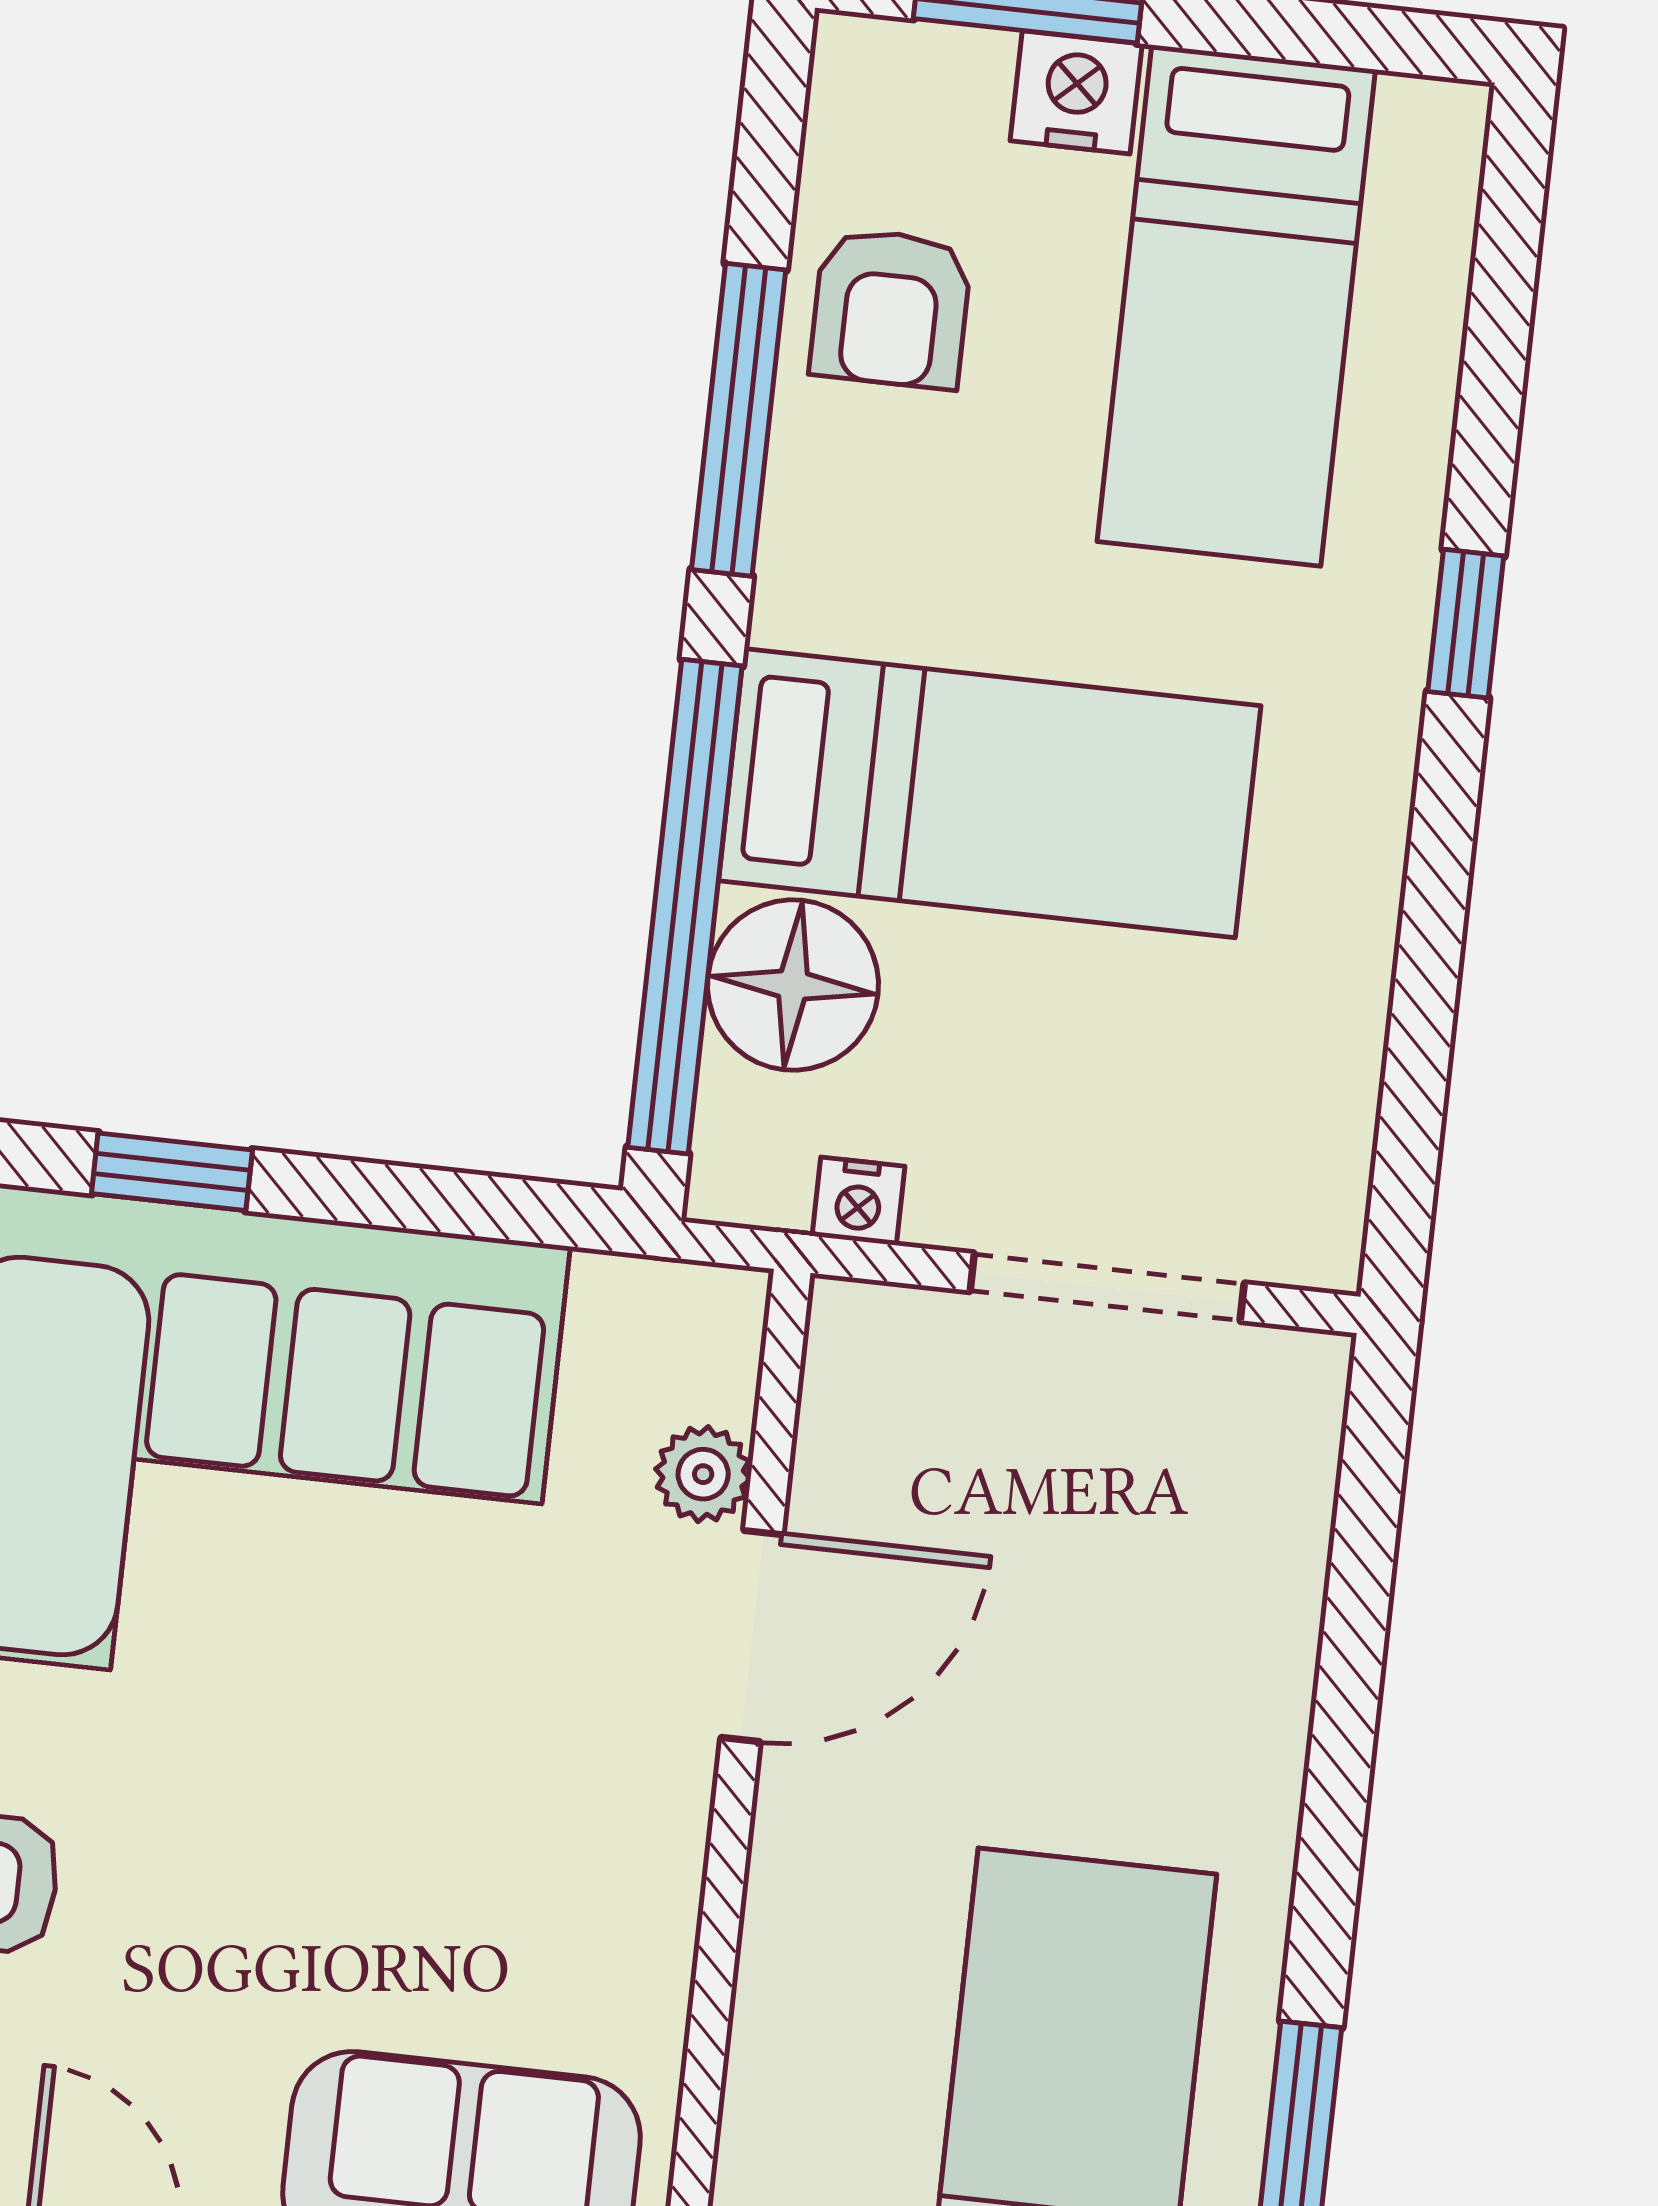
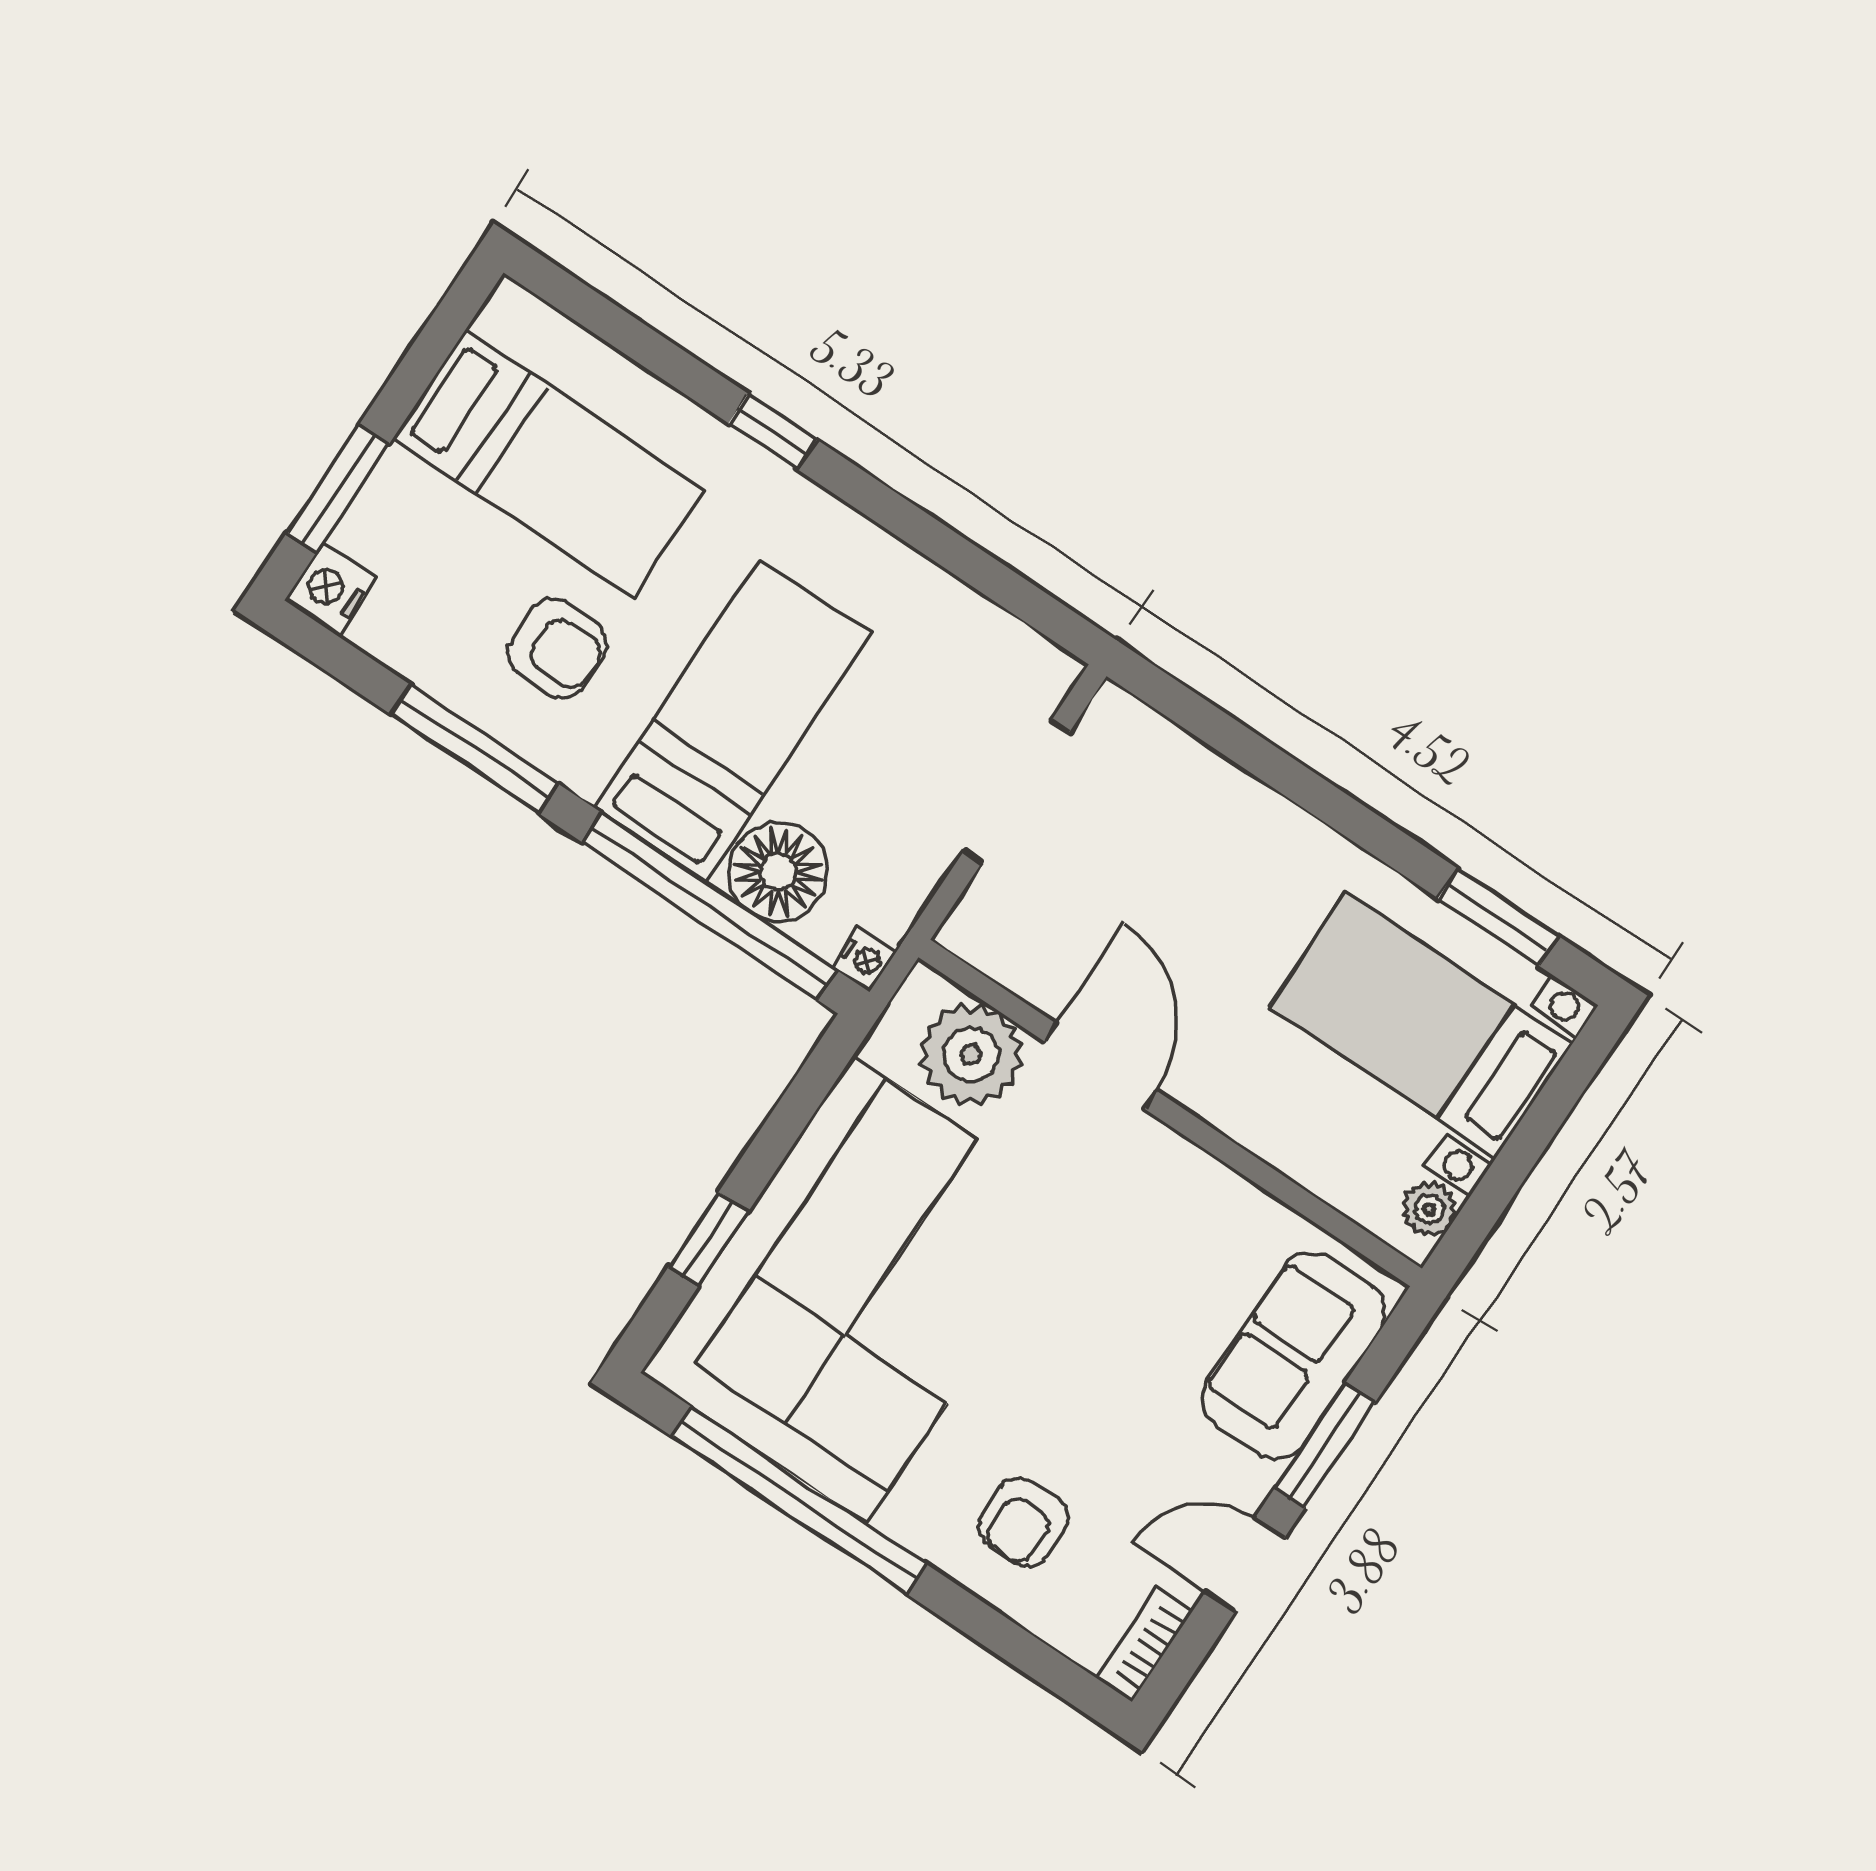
nightstand: (1076, 92) -> (330, 589), moved
armchair: (891, 308) -> (557, 648), moved
nightstand: (859, 1201) -> (864, 959), moved
plant: (703, 1474) -> (971, 1055), width x1.88, depth x1.88

